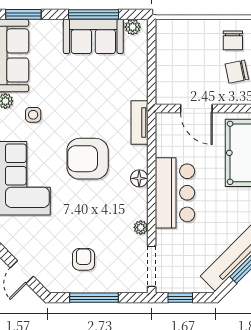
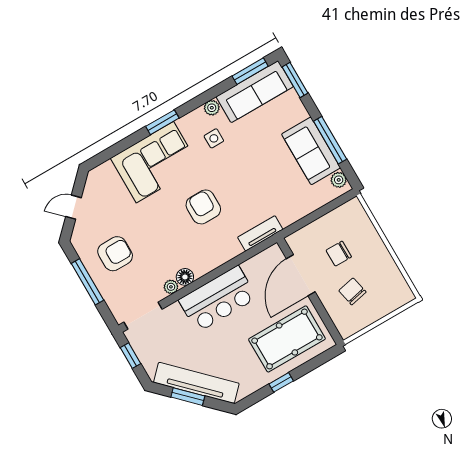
chair: (233, 40) -> (339, 254), moved
door: (196, 109) -> (301, 275), width x1.36
armchair: (88, 159) -> (203, 207), width x0.73, depth x0.73
floor lamp: (139, 178) -> (185, 277), moved
armchair: (84, 259) -> (115, 254), width x1.38, depth x1.38

